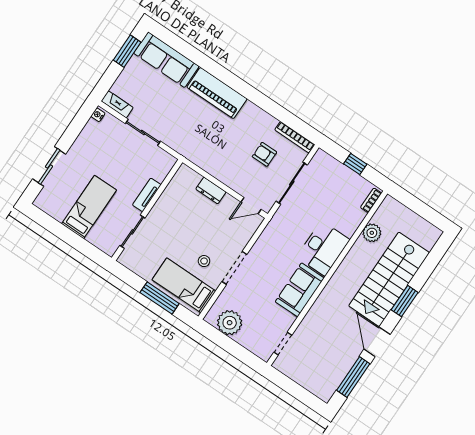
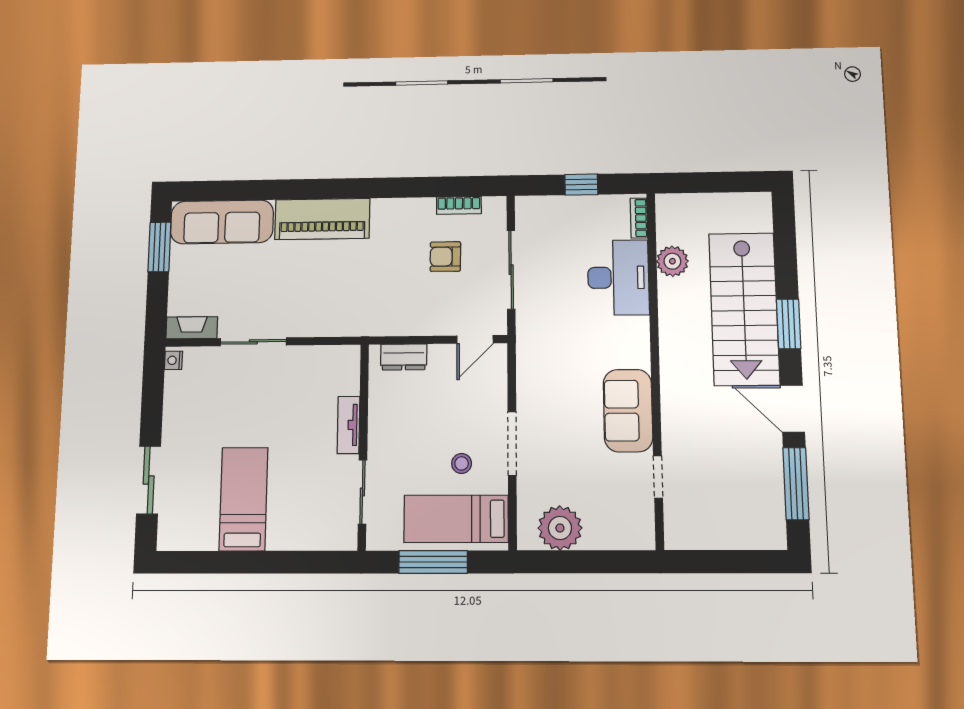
bookcase: (295, 137) -> (459, 205), width x0.64
tv unit: (147, 195) -> (349, 425), moved
wall: (147, 210) -> (363, 446), moved
sliding door: (132, 232) -> (362, 492), moved
desk: (323, 248) -> (618, 278), moved
doorway: (283, 344) -> (658, 477), moved

